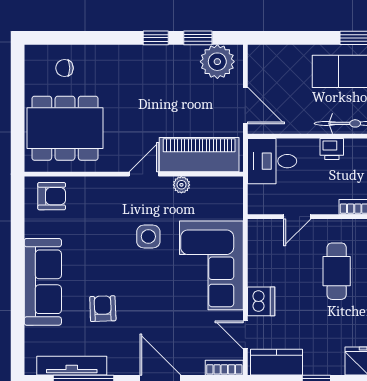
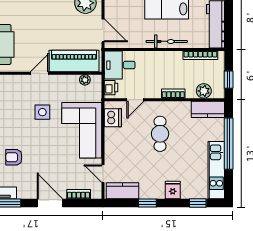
printer: (332, 149) -> (111, 88), moved, turned -90
plant: (181, 185) -> (85, 80), moved
dishwasher: (261, 301) -> (113, 118), moved
armchair: (103, 309) -> (14, 157), turned -88
bookcase: (224, 368) -> (79, 194), moved

